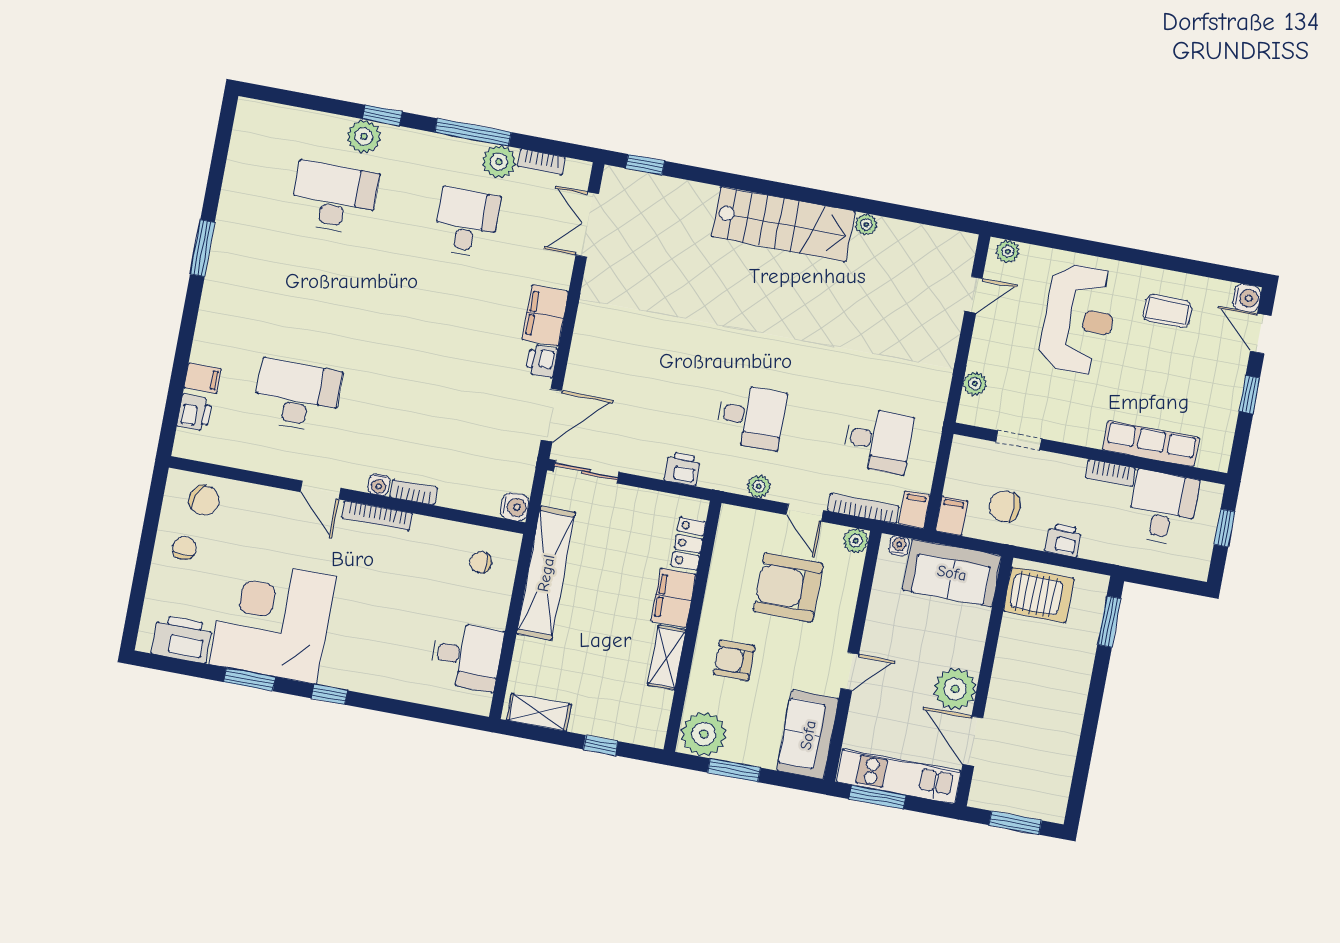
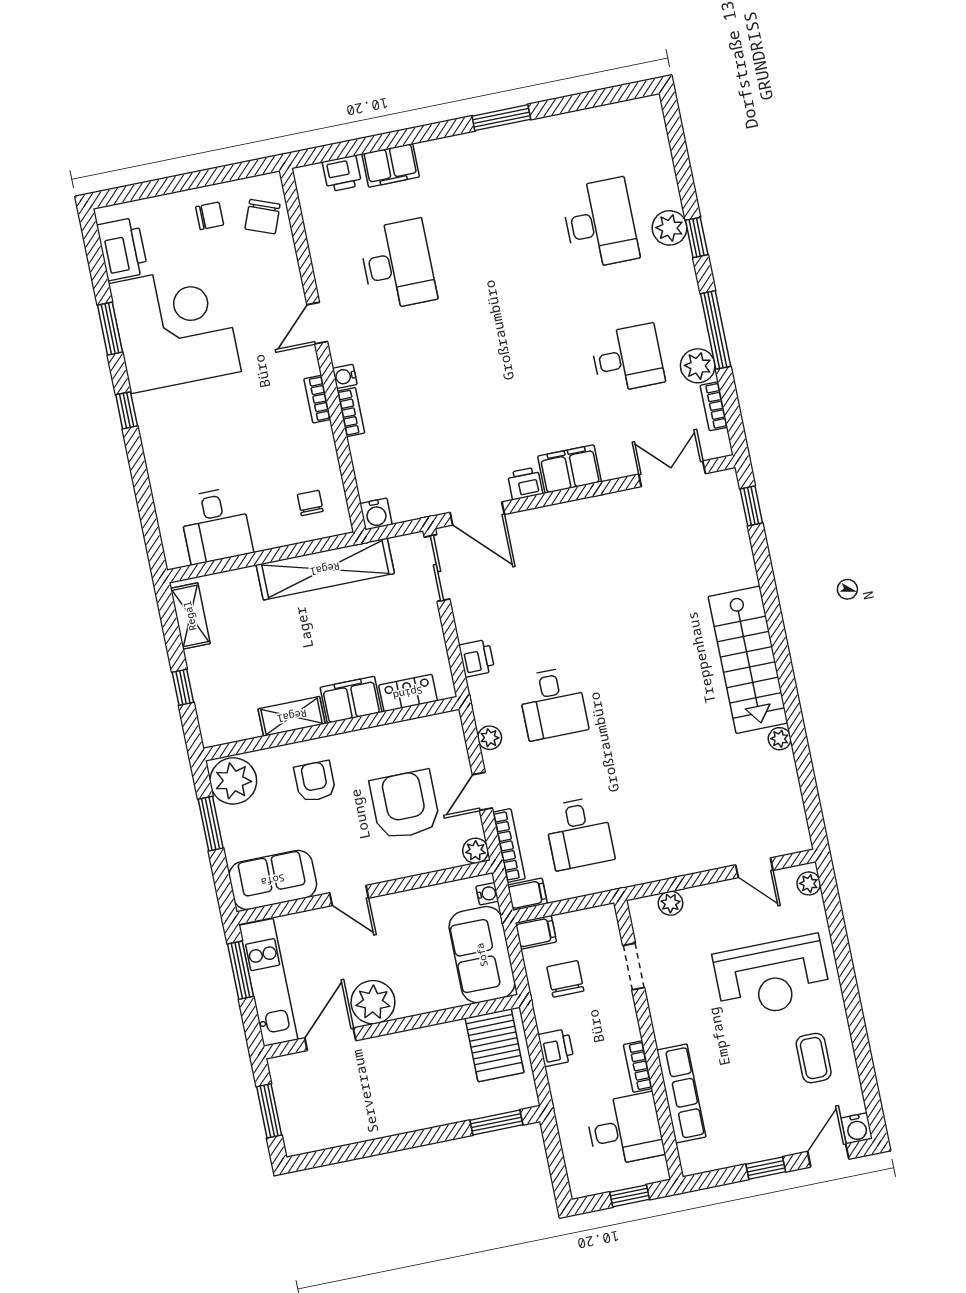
filing cabinet: (203, 378) -> (391, 165), width x2.00
bookcase: (377, 516) -> (317, 399), width x0.64

